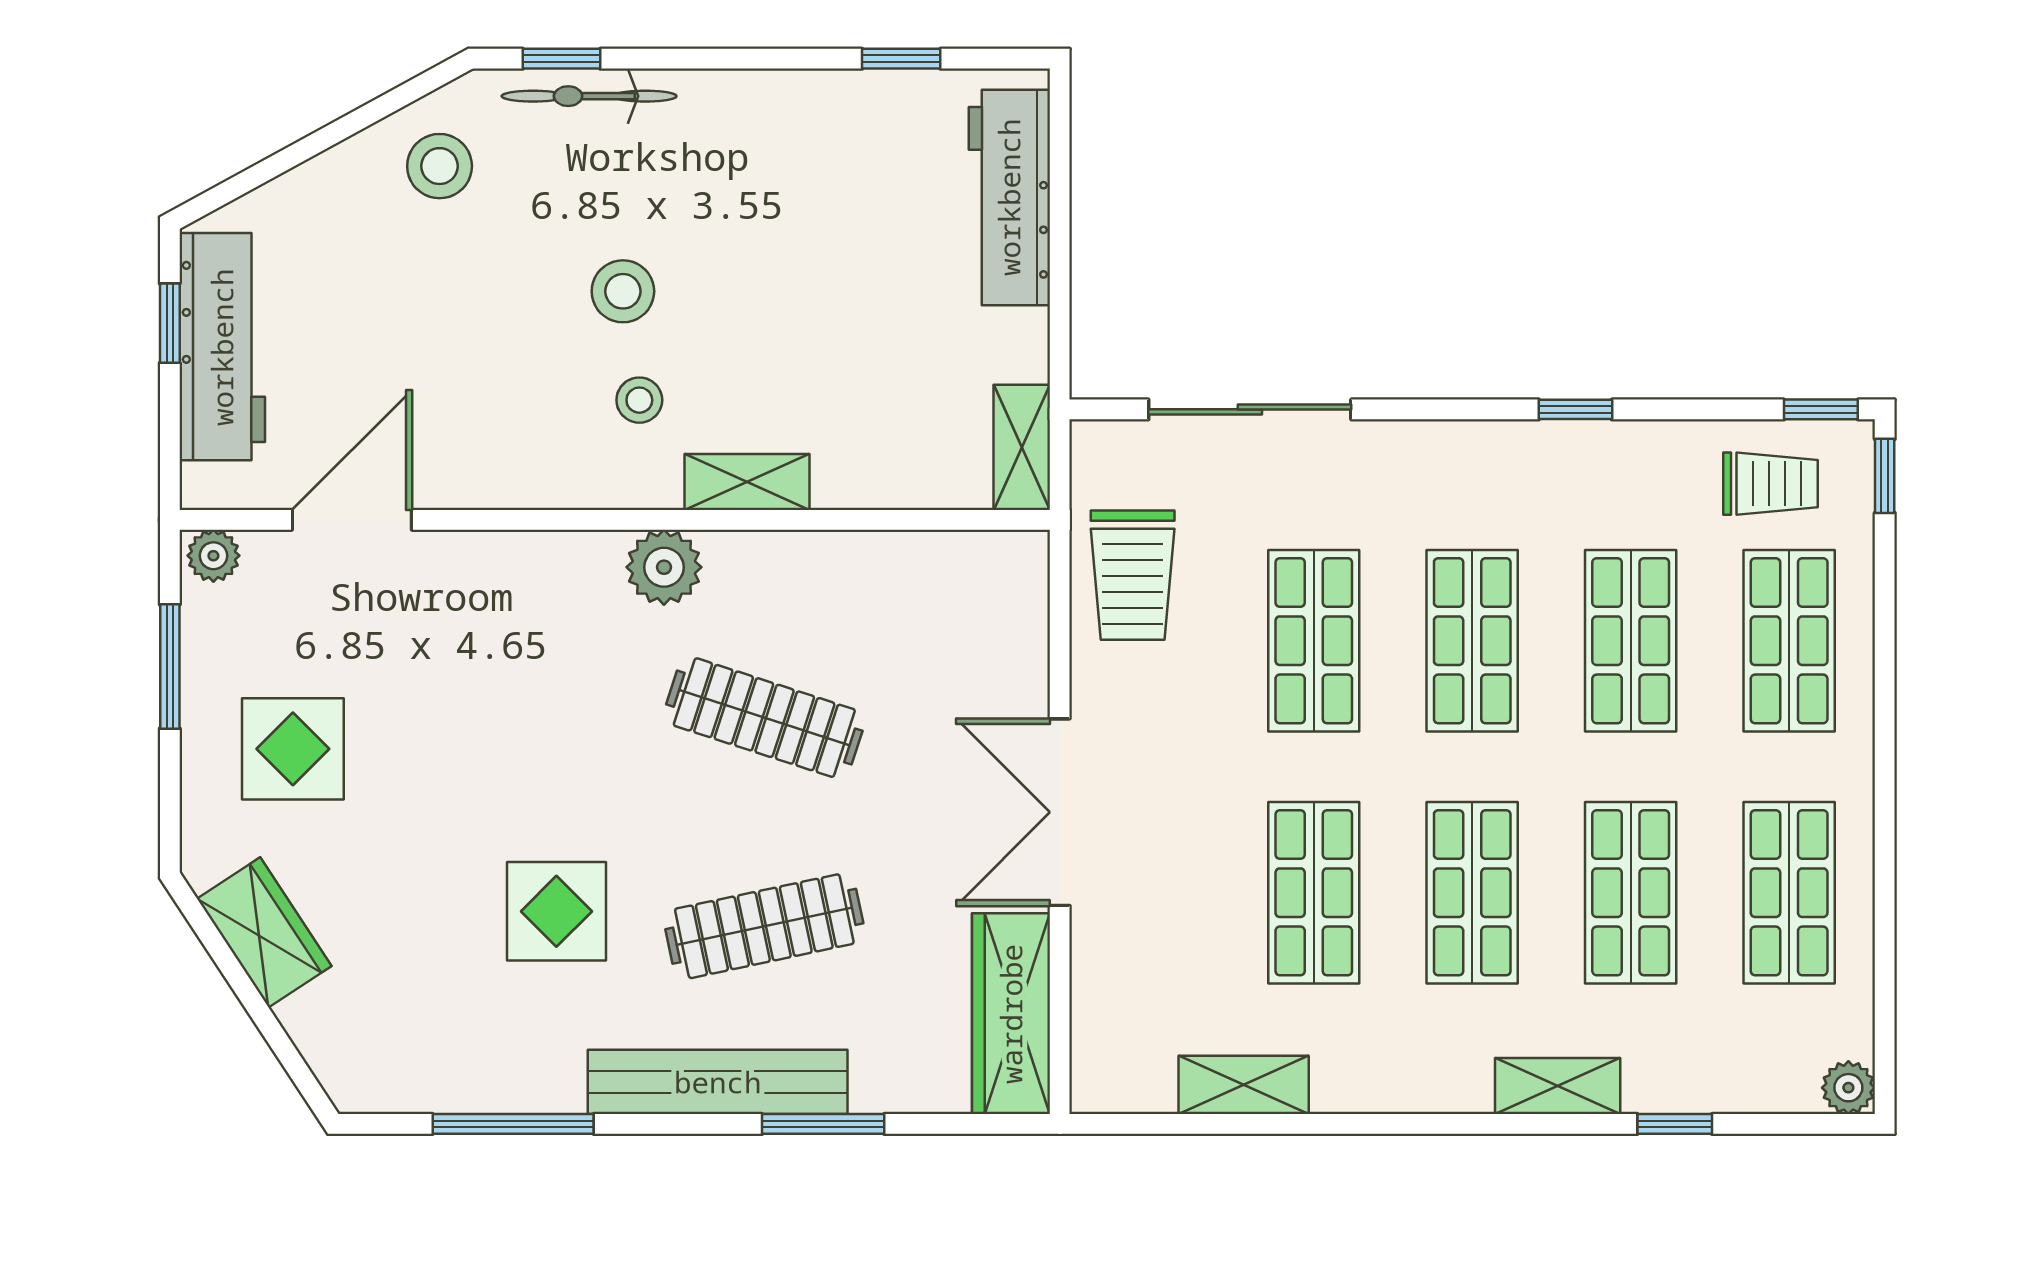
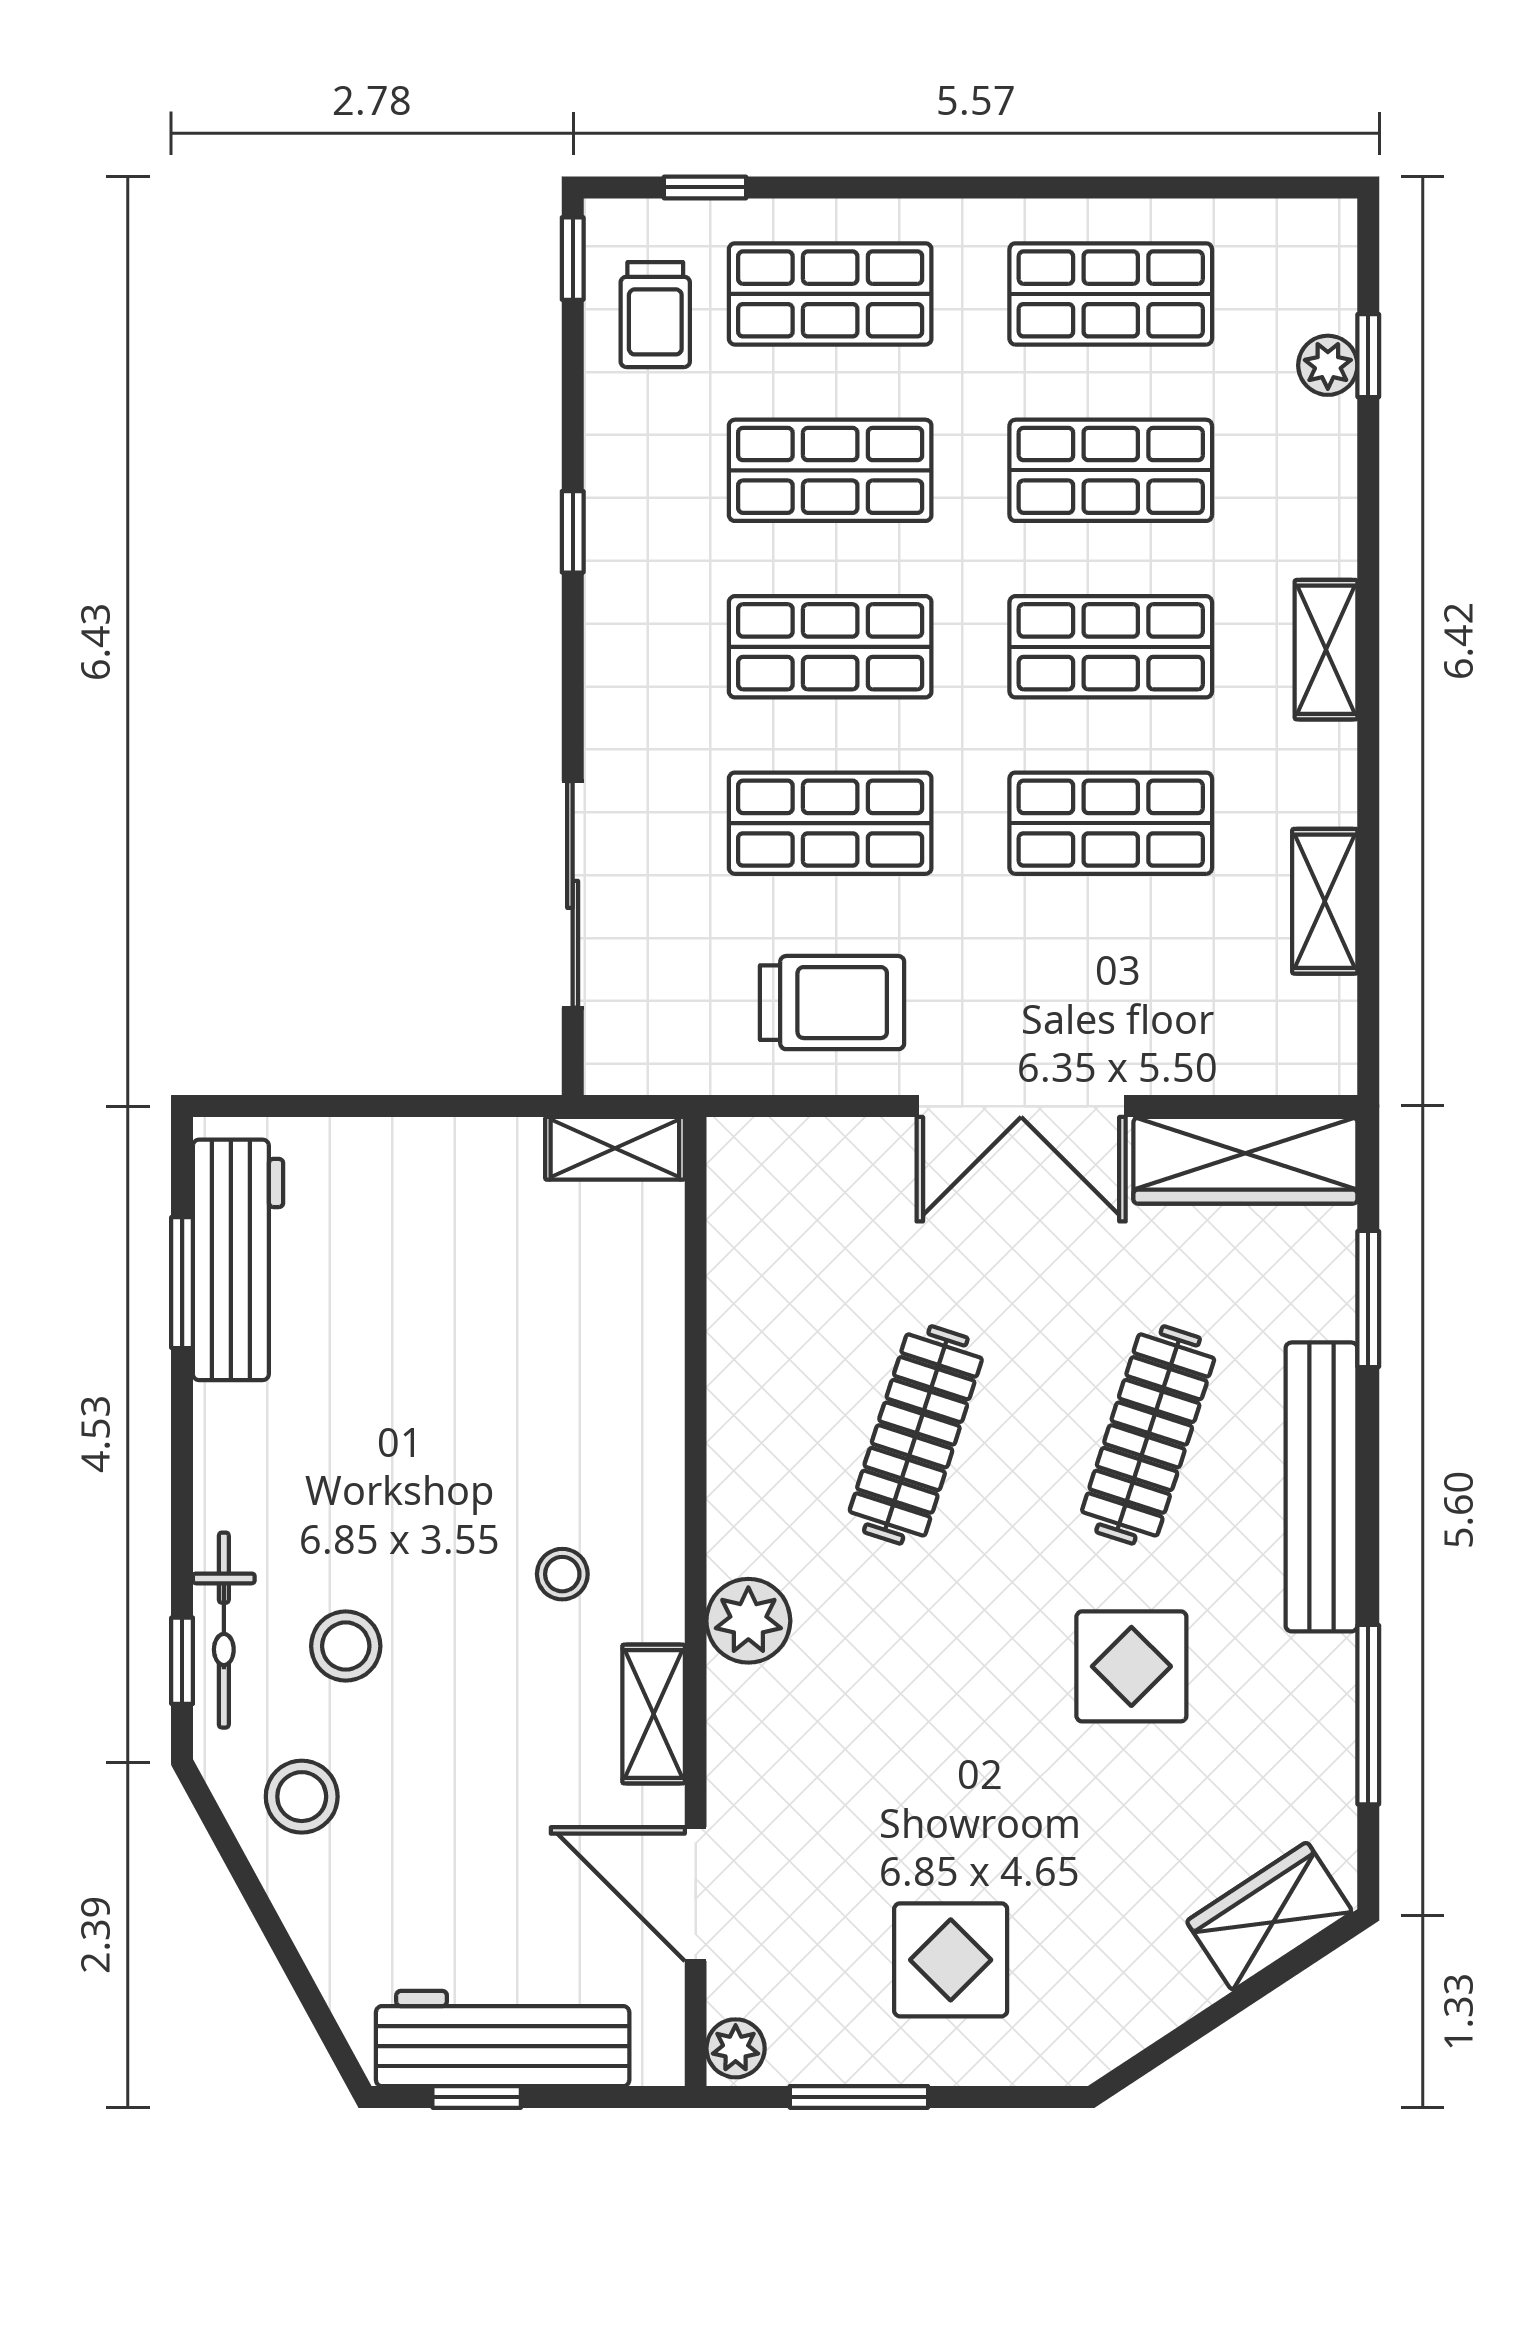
window: (901, 59) -> (182, 1283), width x1.50
workbench: (1009, 197) -> (238, 1260), moved, turned -90
stool: (623, 291) -> (346, 1646), moved
window: (1885, 476) -> (705, 187), moved
shelving: (747, 482) -> (654, 1714), moved
trolley: (1771, 484) -> (655, 315), turned 180
plant: (664, 567) -> (748, 1621), moved
trolley: (1133, 575) -> (832, 1003), moved
clothes rail: (764, 926) -> (1148, 1435), turned 30
wardrobe: (264, 932) -> (1270, 1916), moved
shelving: (1558, 1086) -> (1326, 650), moved
plant: (1848, 1088) -> (1328, 365), moved
window: (823, 1124) -> (1368, 1299), moved
window: (1675, 1124) -> (1368, 356), moved

